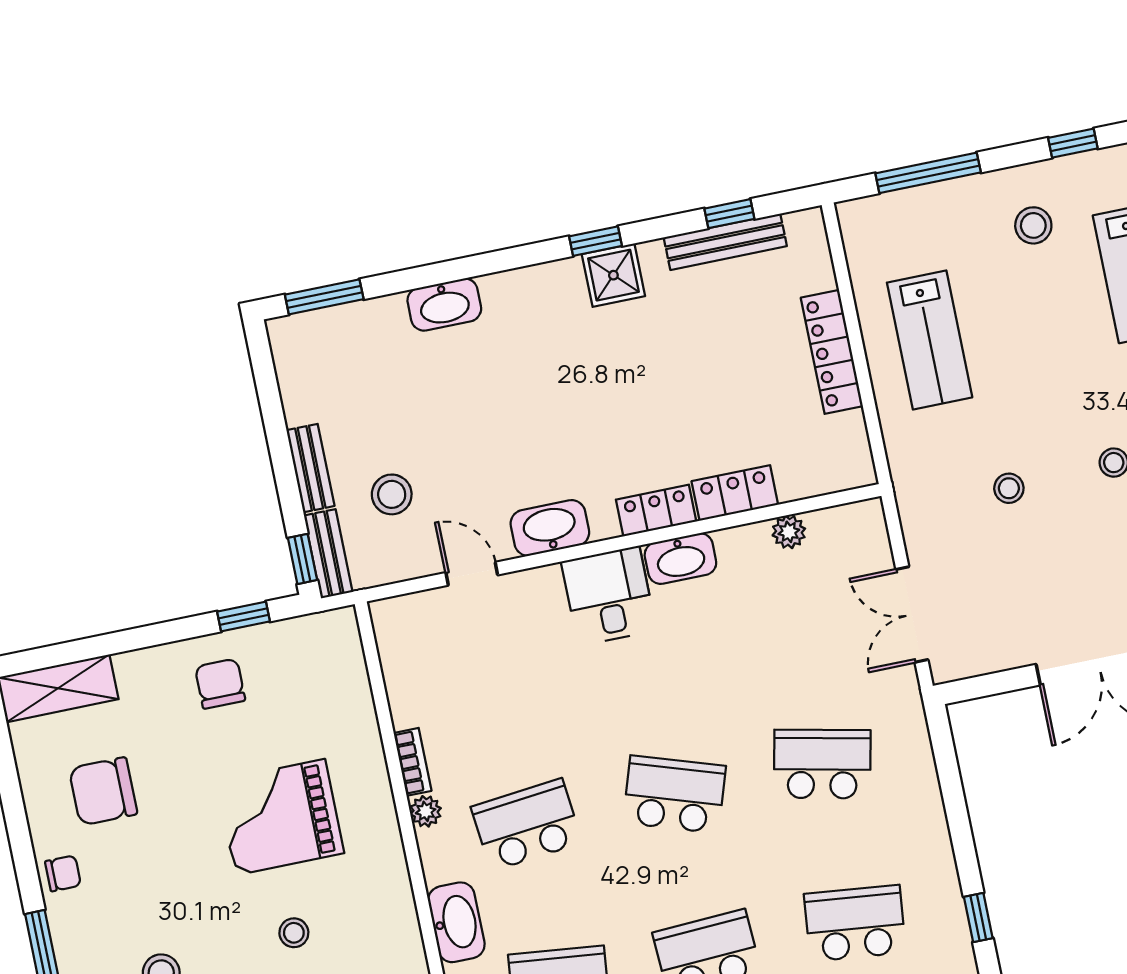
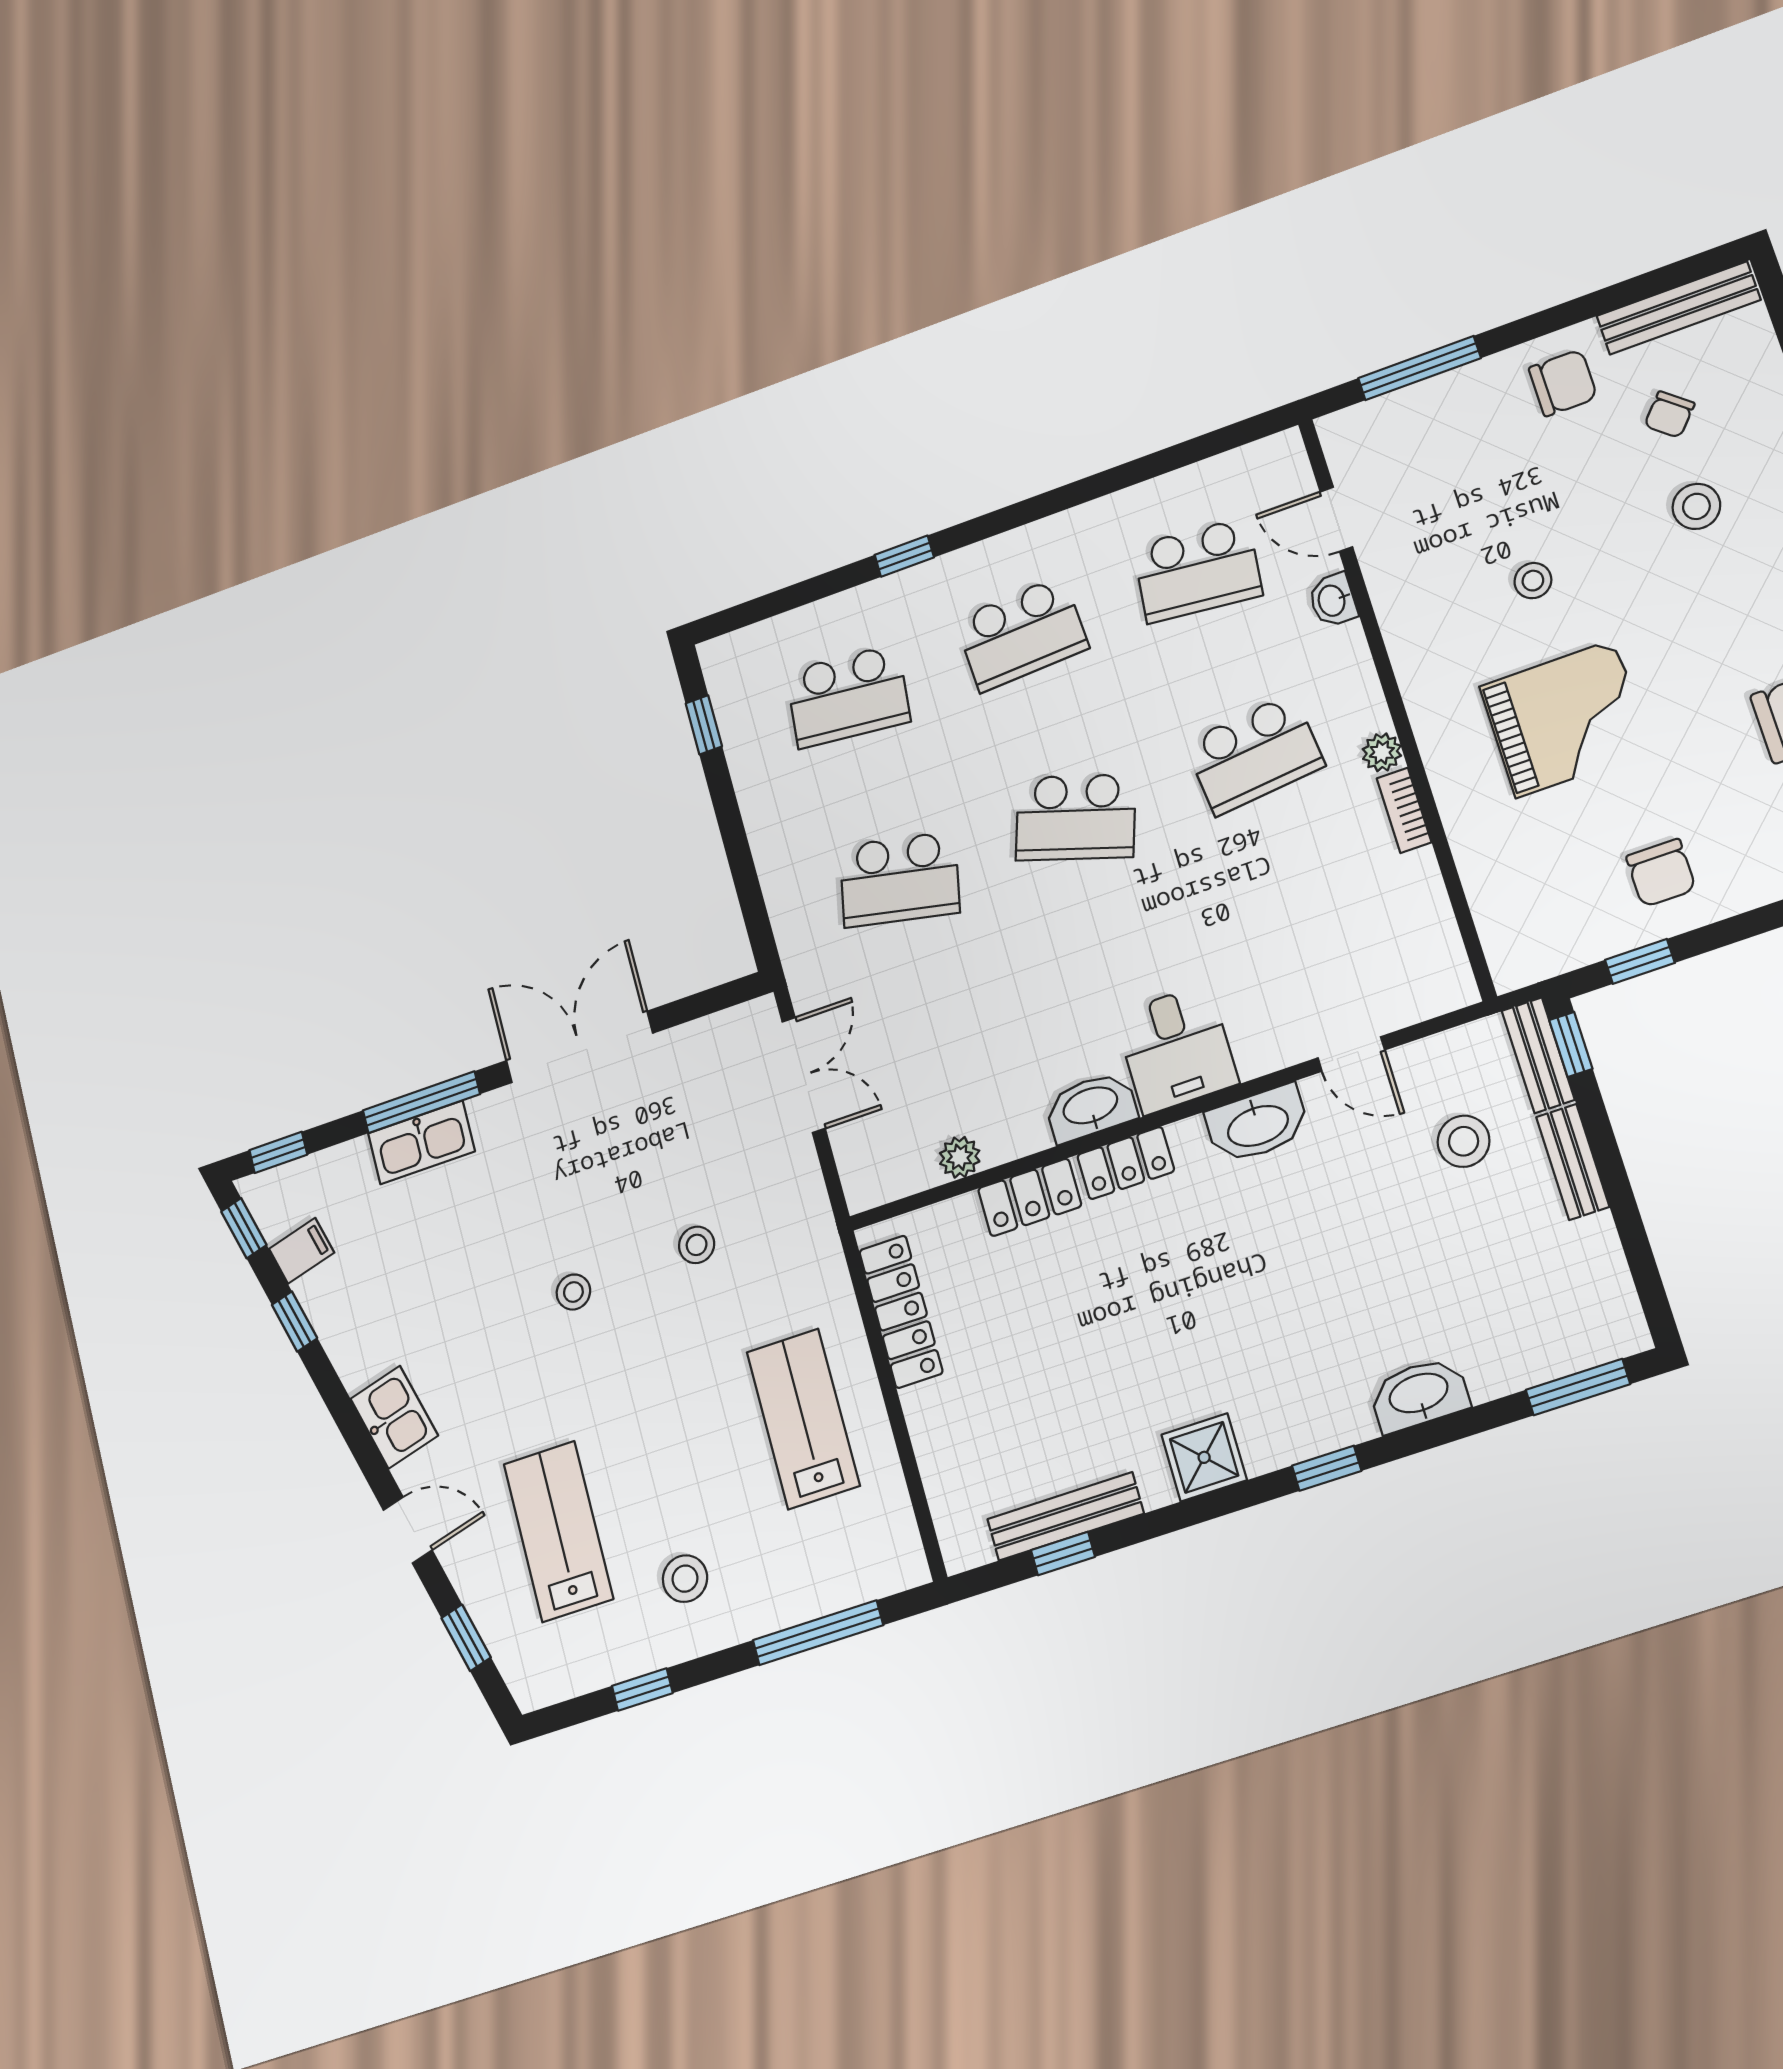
window: (596, 241) -> (1327, 1468), moved
locker: (832, 352) -> (901, 1312), moved
washbasin: (456, 922) -> (1333, 600), width x0.52, depth x0.69

